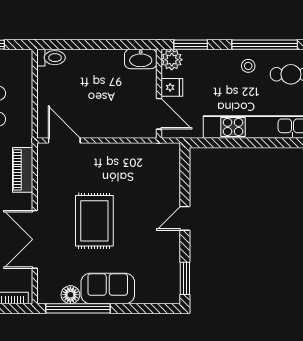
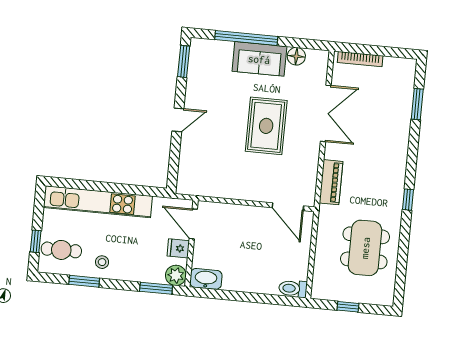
window: (265, 45) -> (84, 281), width x0.47
window: (78, 308) -> (246, 38), moved

